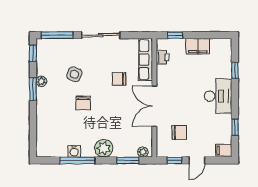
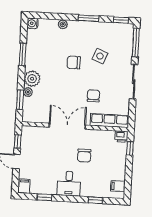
filing cabinet: (198, 46) -> (118, 186), moved, width x0.50
printer: (163, 57) -> (121, 137), moved
plant: (41, 81) -> (63, 24), moved
desk: (218, 96) -> (69, 184), width x0.73
chair: (179, 132) -> (84, 156), moved
water cooler: (74, 151) -> (33, 23), moved
plant: (143, 152) -> (28, 92), moved
window: (77, 160) -> (23, 54), width x0.69

